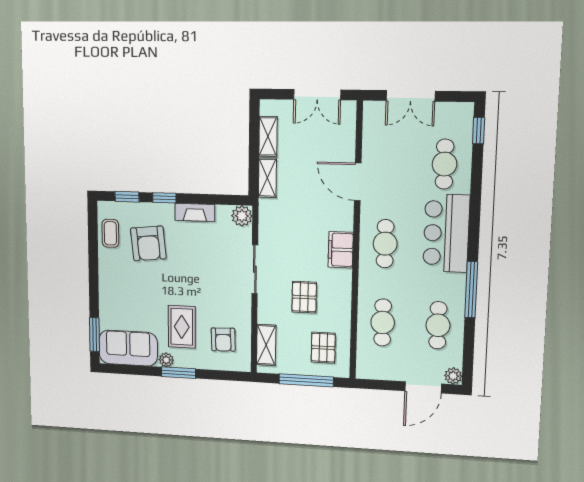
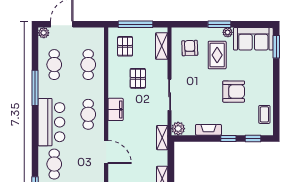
shelving: (267, 178) -> (162, 138), moved
armchair: (148, 243) -> (234, 92), moved, turned 96

